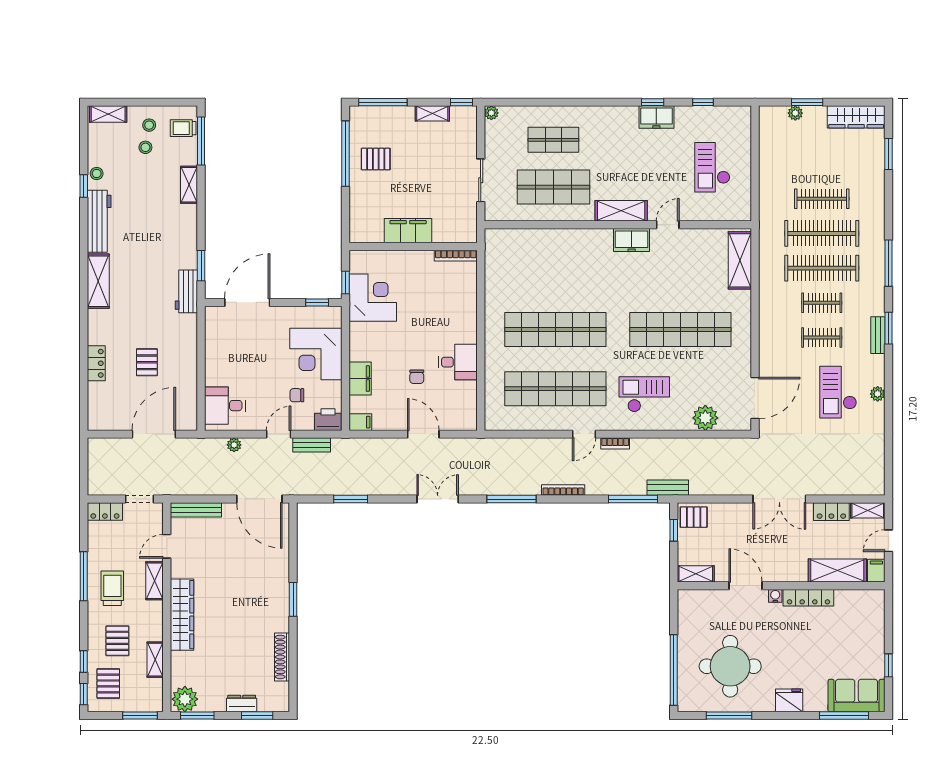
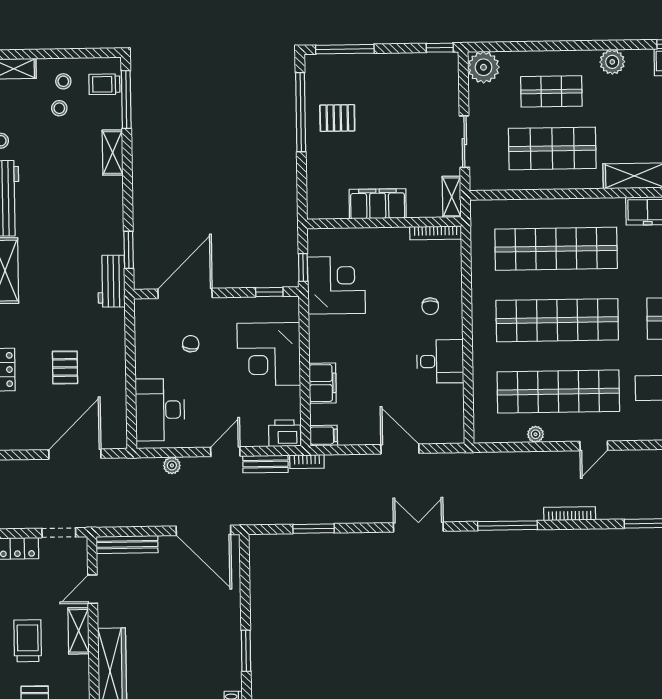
shelving: (432, 113) -> (452, 197), moved, turned 90
plant: (491, 113) -> (483, 67), width x1.88, depth x1.88
plant: (604, 116) -> (612, 62), added
shop shelf: (555, 270) -> (556, 249), added
chair: (417, 377) -> (430, 306), moved
chair: (297, 395) -> (191, 344), moved, turned 98
desk: (225, 406) -> (160, 410), width x1.37
plant: (536, 424) -> (536, 434), added
bookcase: (615, 443) -> (307, 462), moved

